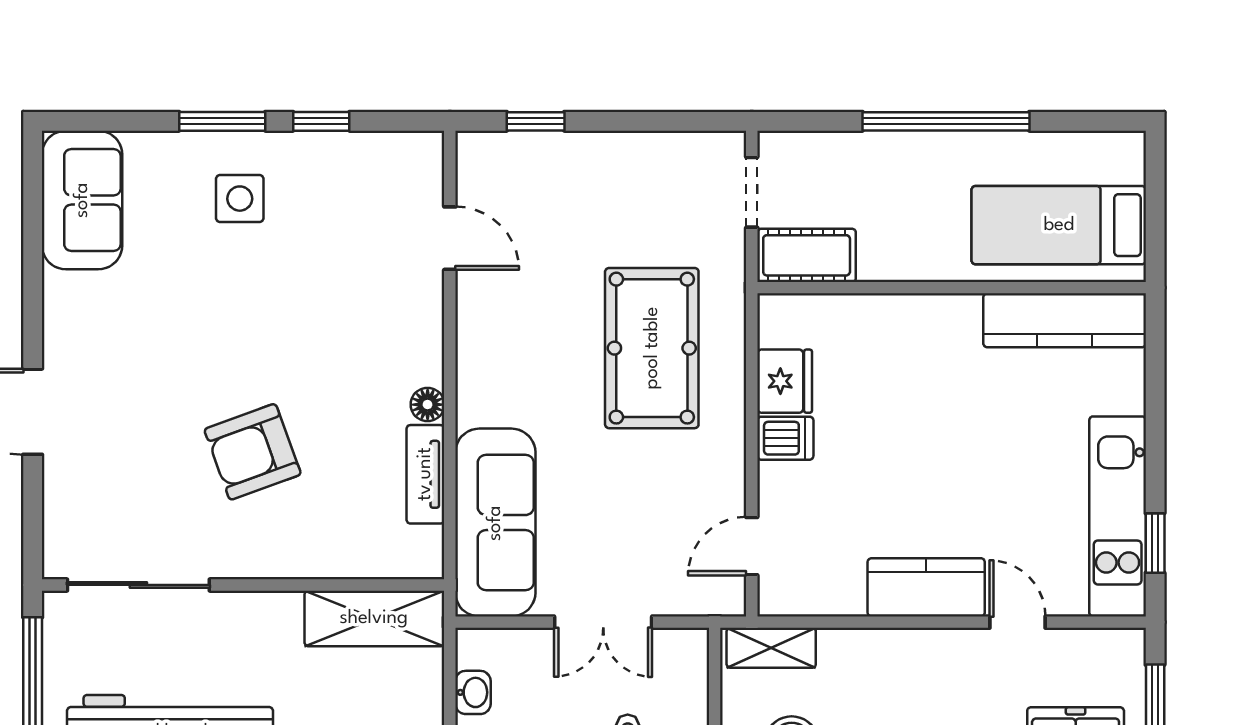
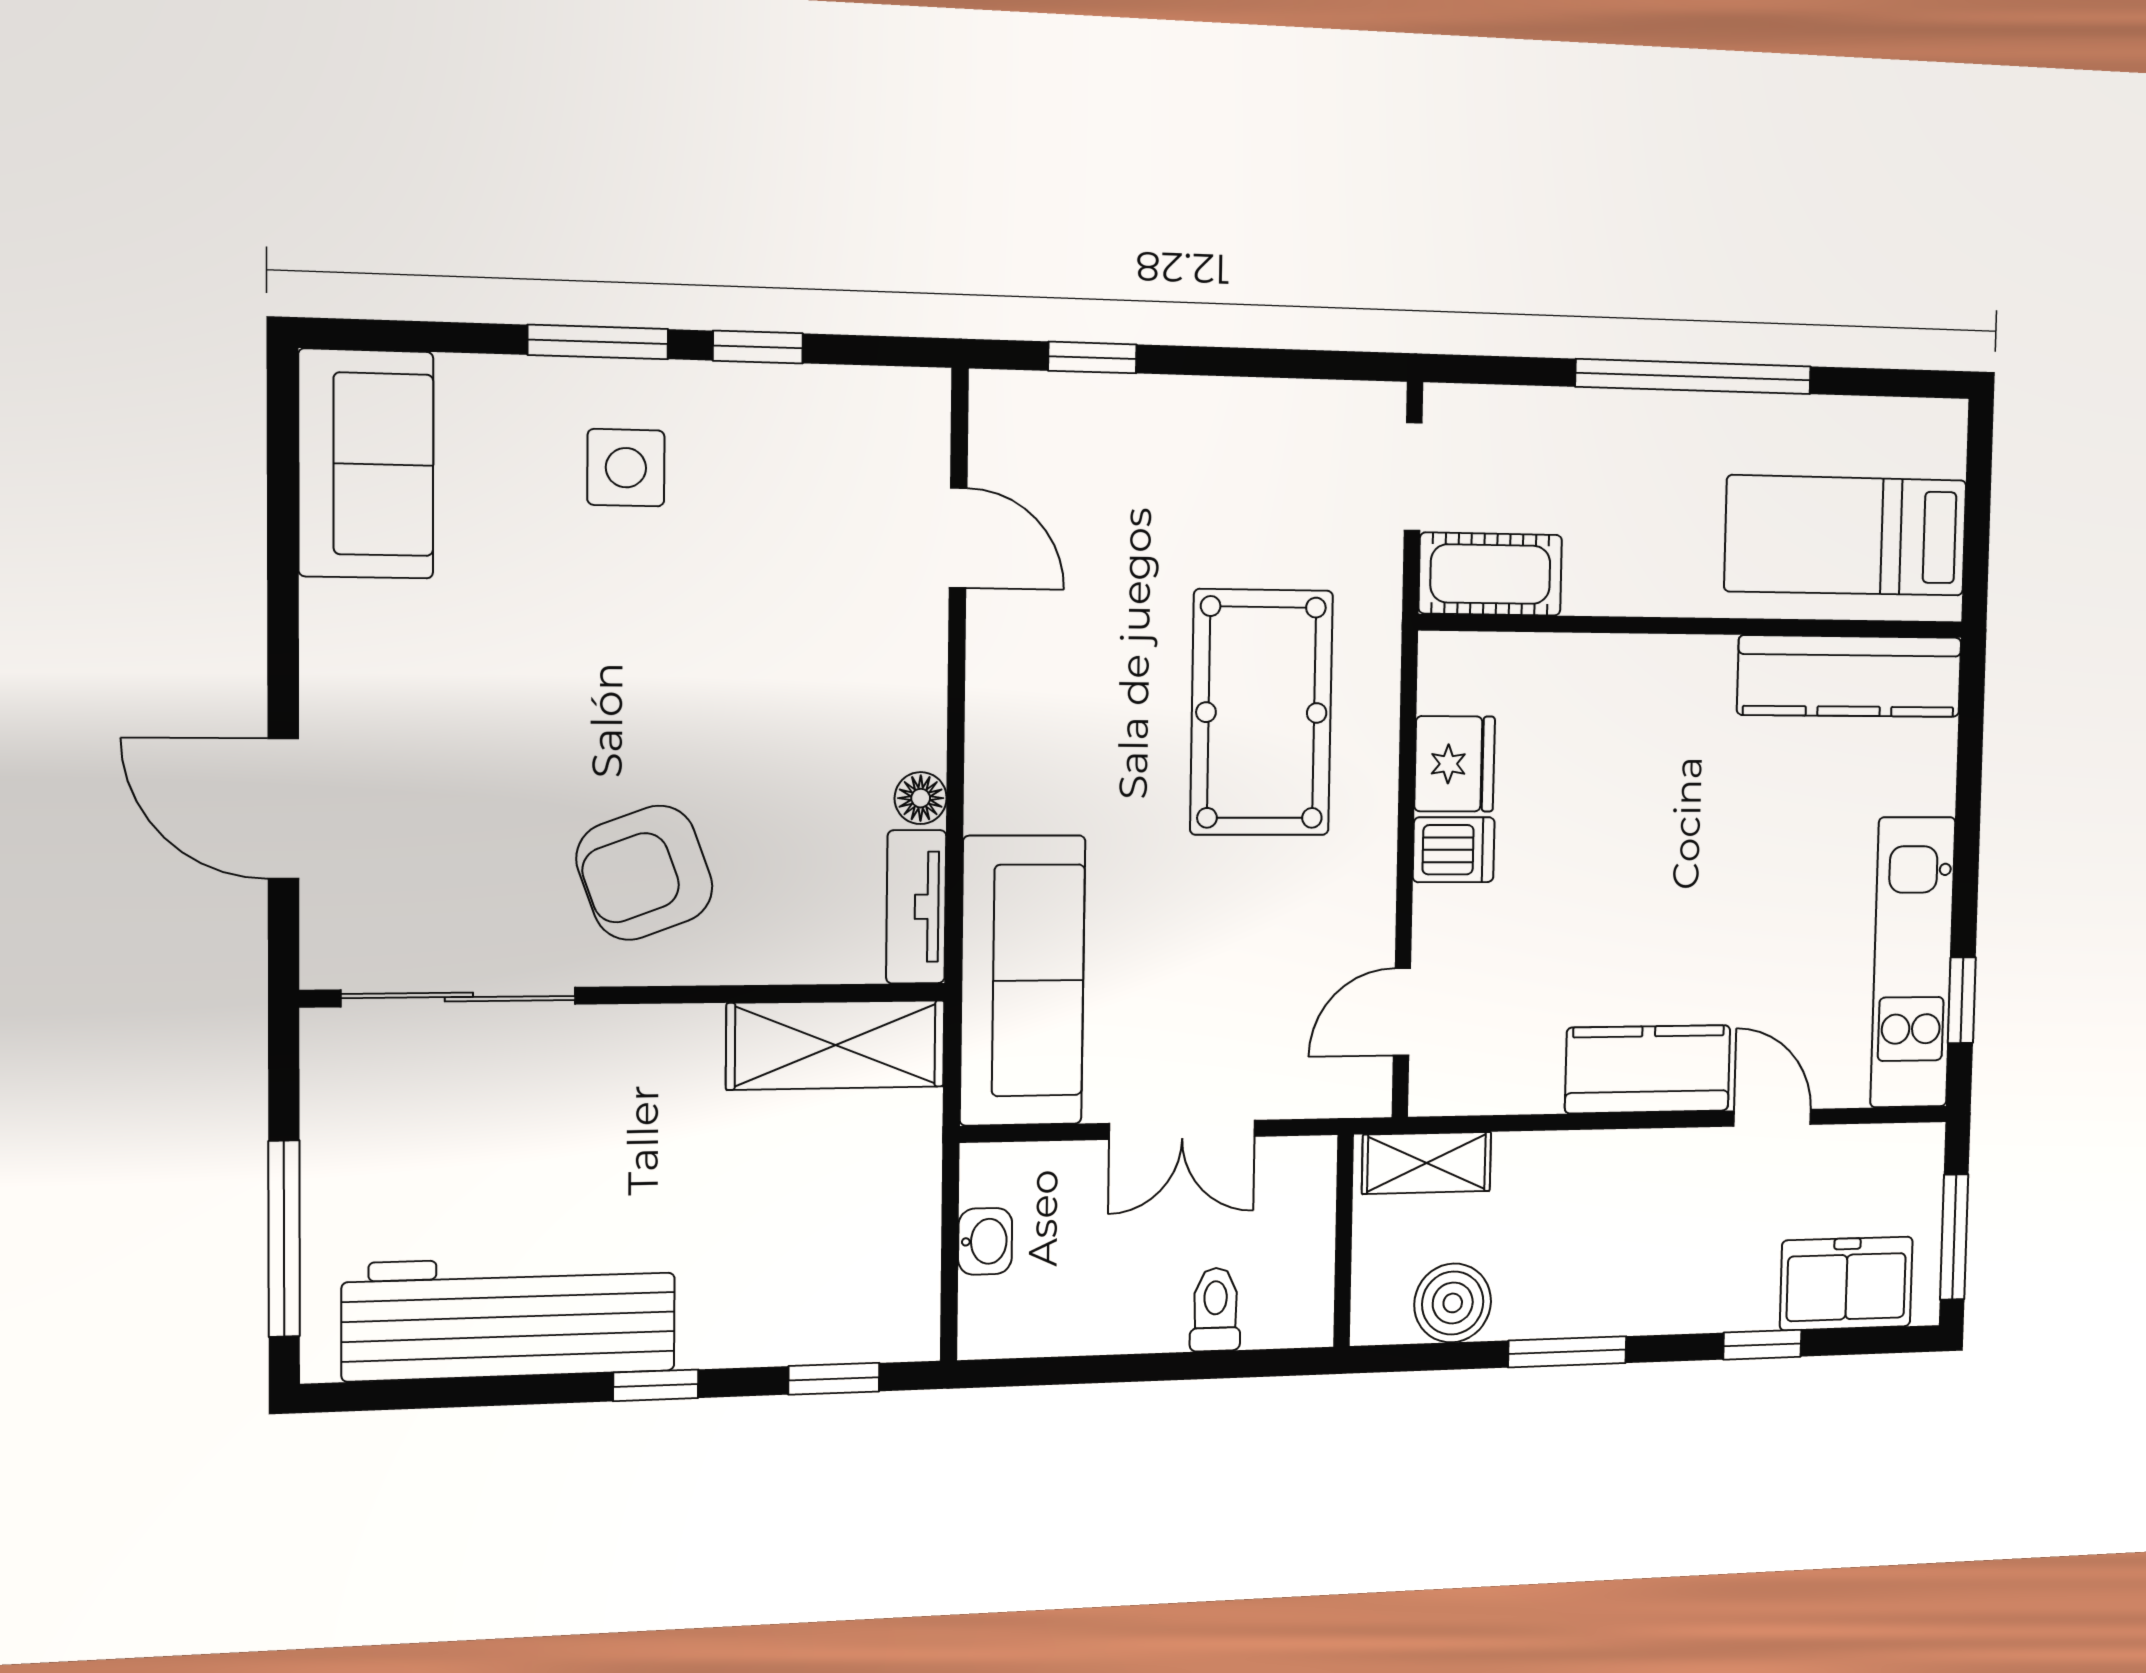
sliding door: (138, 585) -> (459, 997), moved
wall: (243, 585) -> (629, 995), moved
shelving: (374, 618) -> (836, 1045), moved

